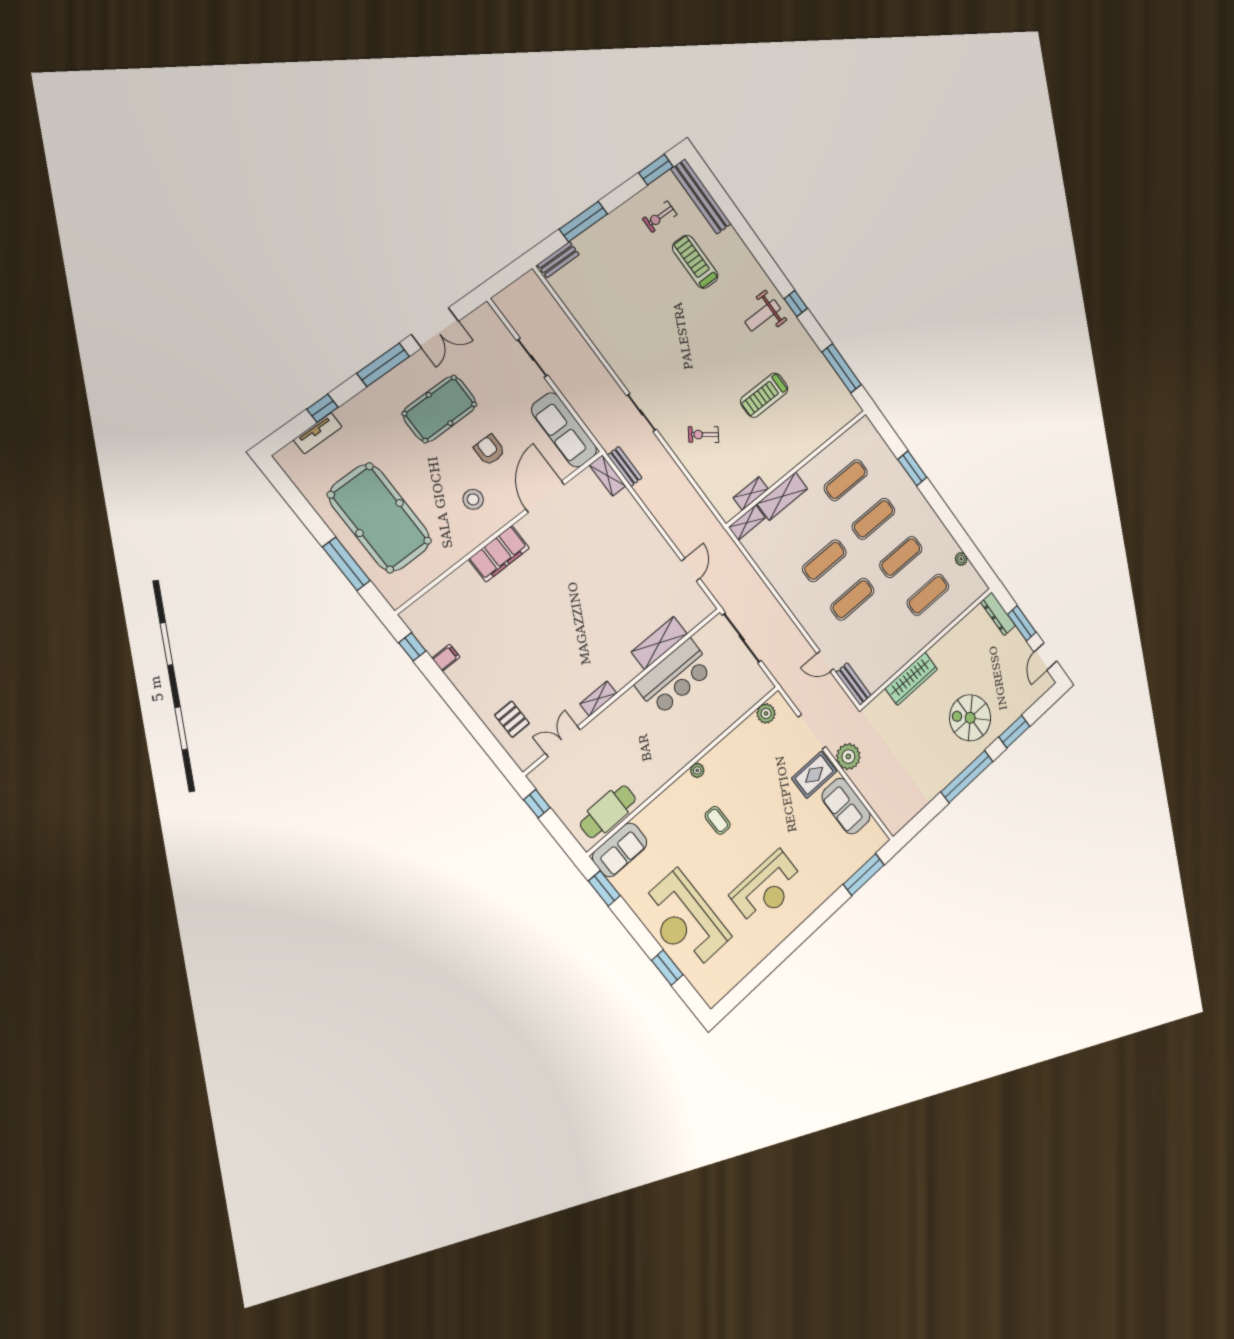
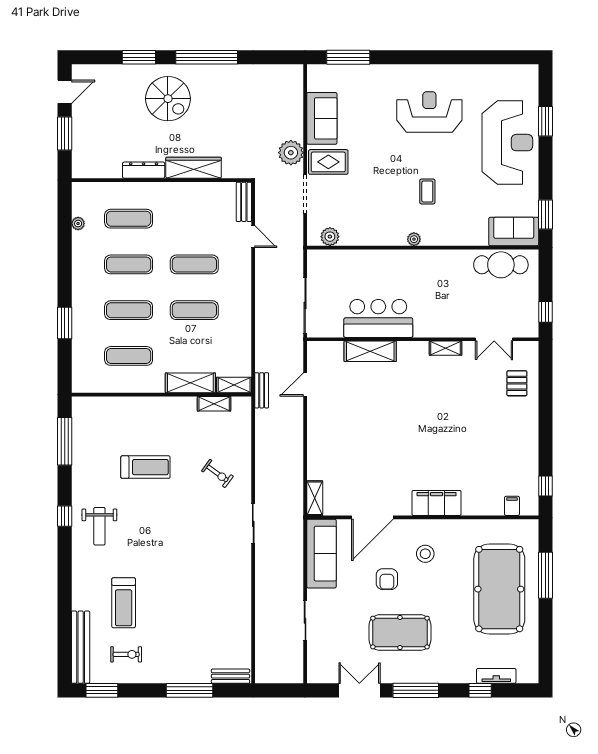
weight bench: (763, 315) -> (99, 526), turned 90
bench: (625, 466) -> (262, 390), moved
dresser: (998, 614) -> (144, 170), moved, turned -90
filing cabinet: (446, 658) -> (512, 506), moved, turned 90

